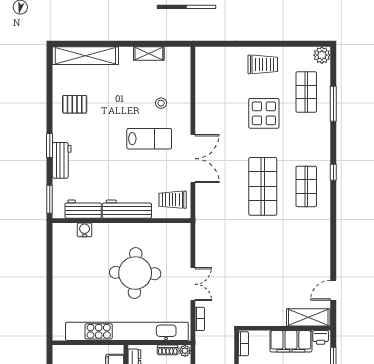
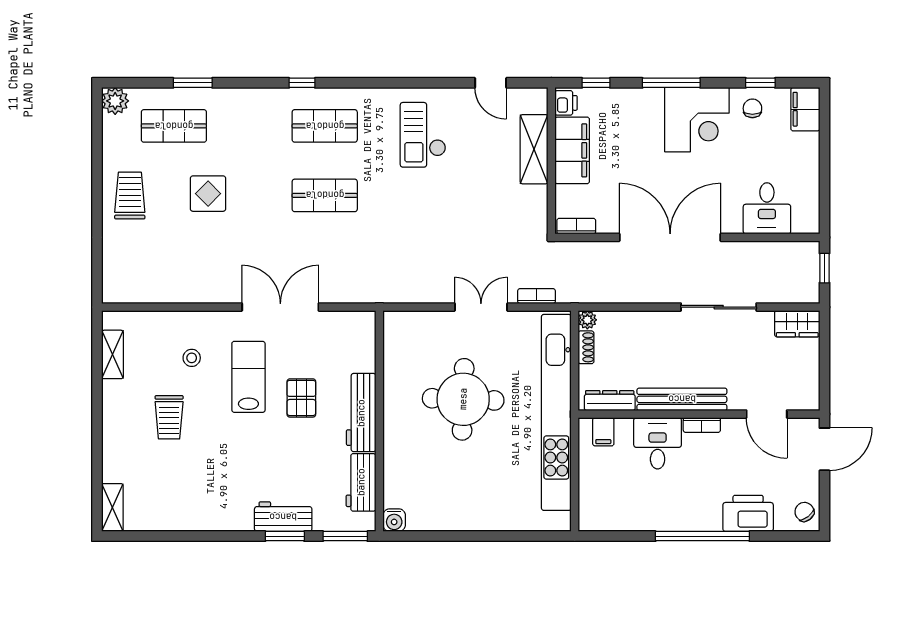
shelving: (149, 54) -> (112, 354), moved
shelving: (85, 56) -> (112, 507), width x0.45, depth x0.75
pallet: (75, 104) -> (301, 398), moved
window: (333, 104) -> (193, 83), width x0.69
display table: (264, 113) -> (208, 194), width x0.73, depth x0.73
window: (50, 145) -> (285, 536), moved
shop shelf: (263, 186) -> (325, 195), width x0.70, depth x0.74
trolley: (173, 200) -> (169, 417), moved
water cooler: (85, 230) -> (394, 520), moved, turned -90
checkout: (301, 248) -> (423, 135), added
shelving: (308, 317) -> (534, 149), moved

